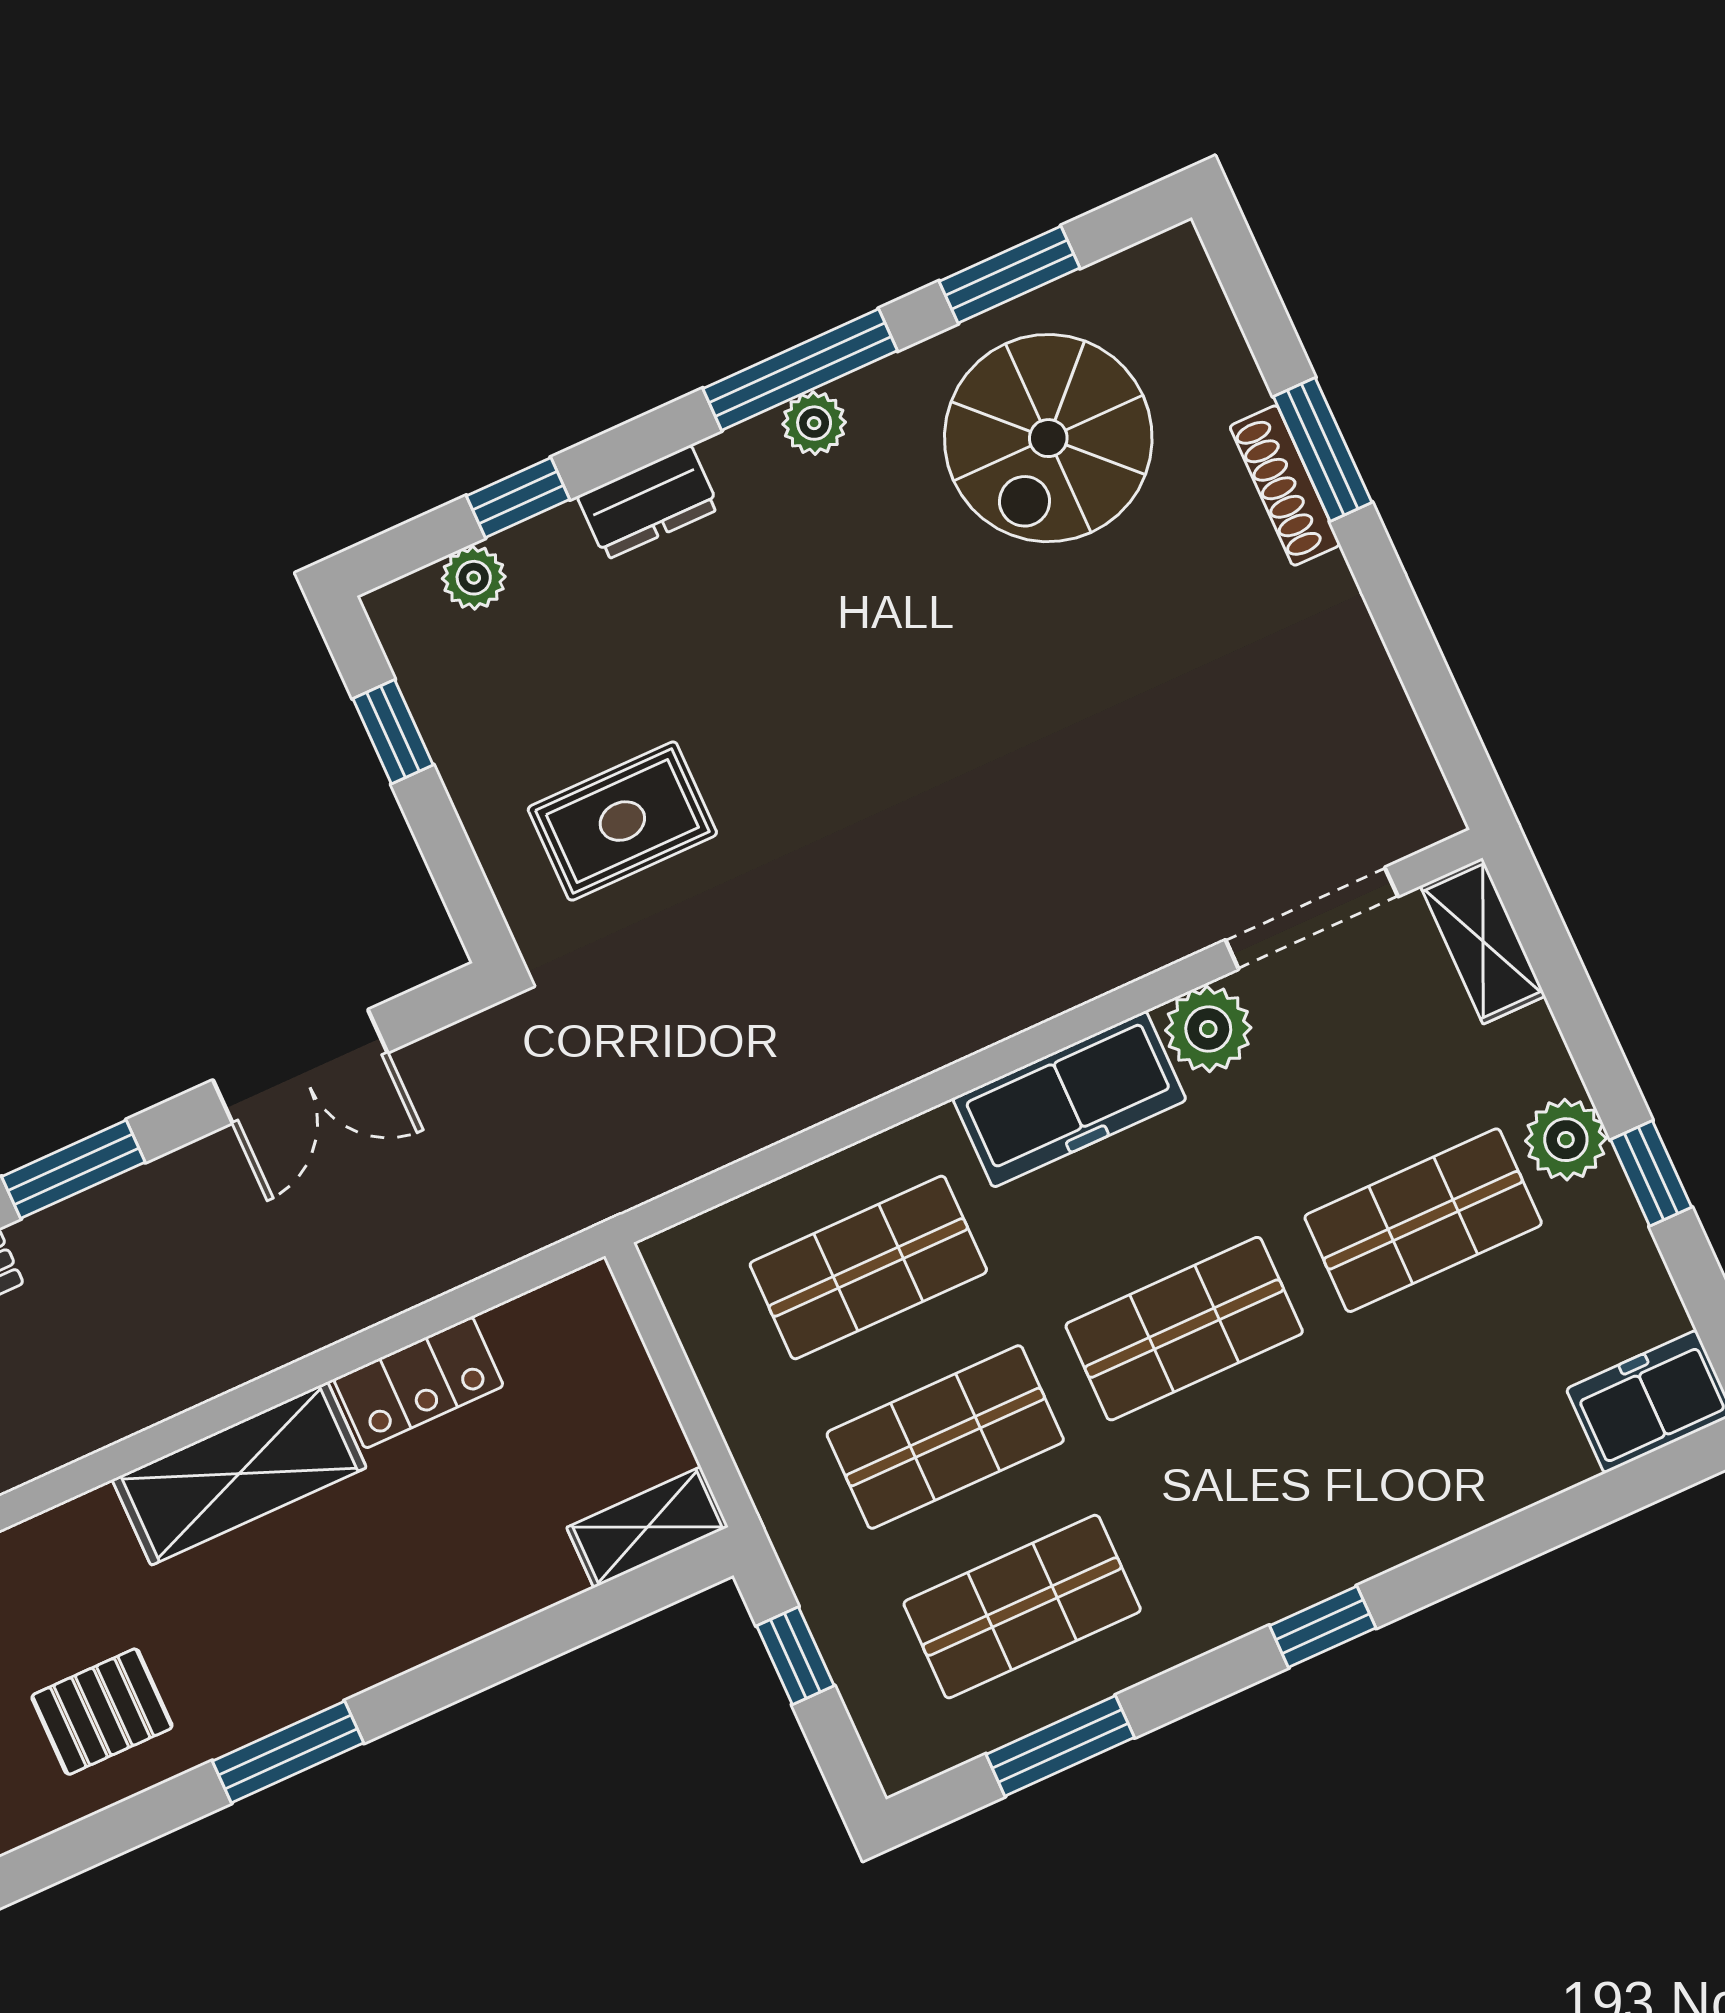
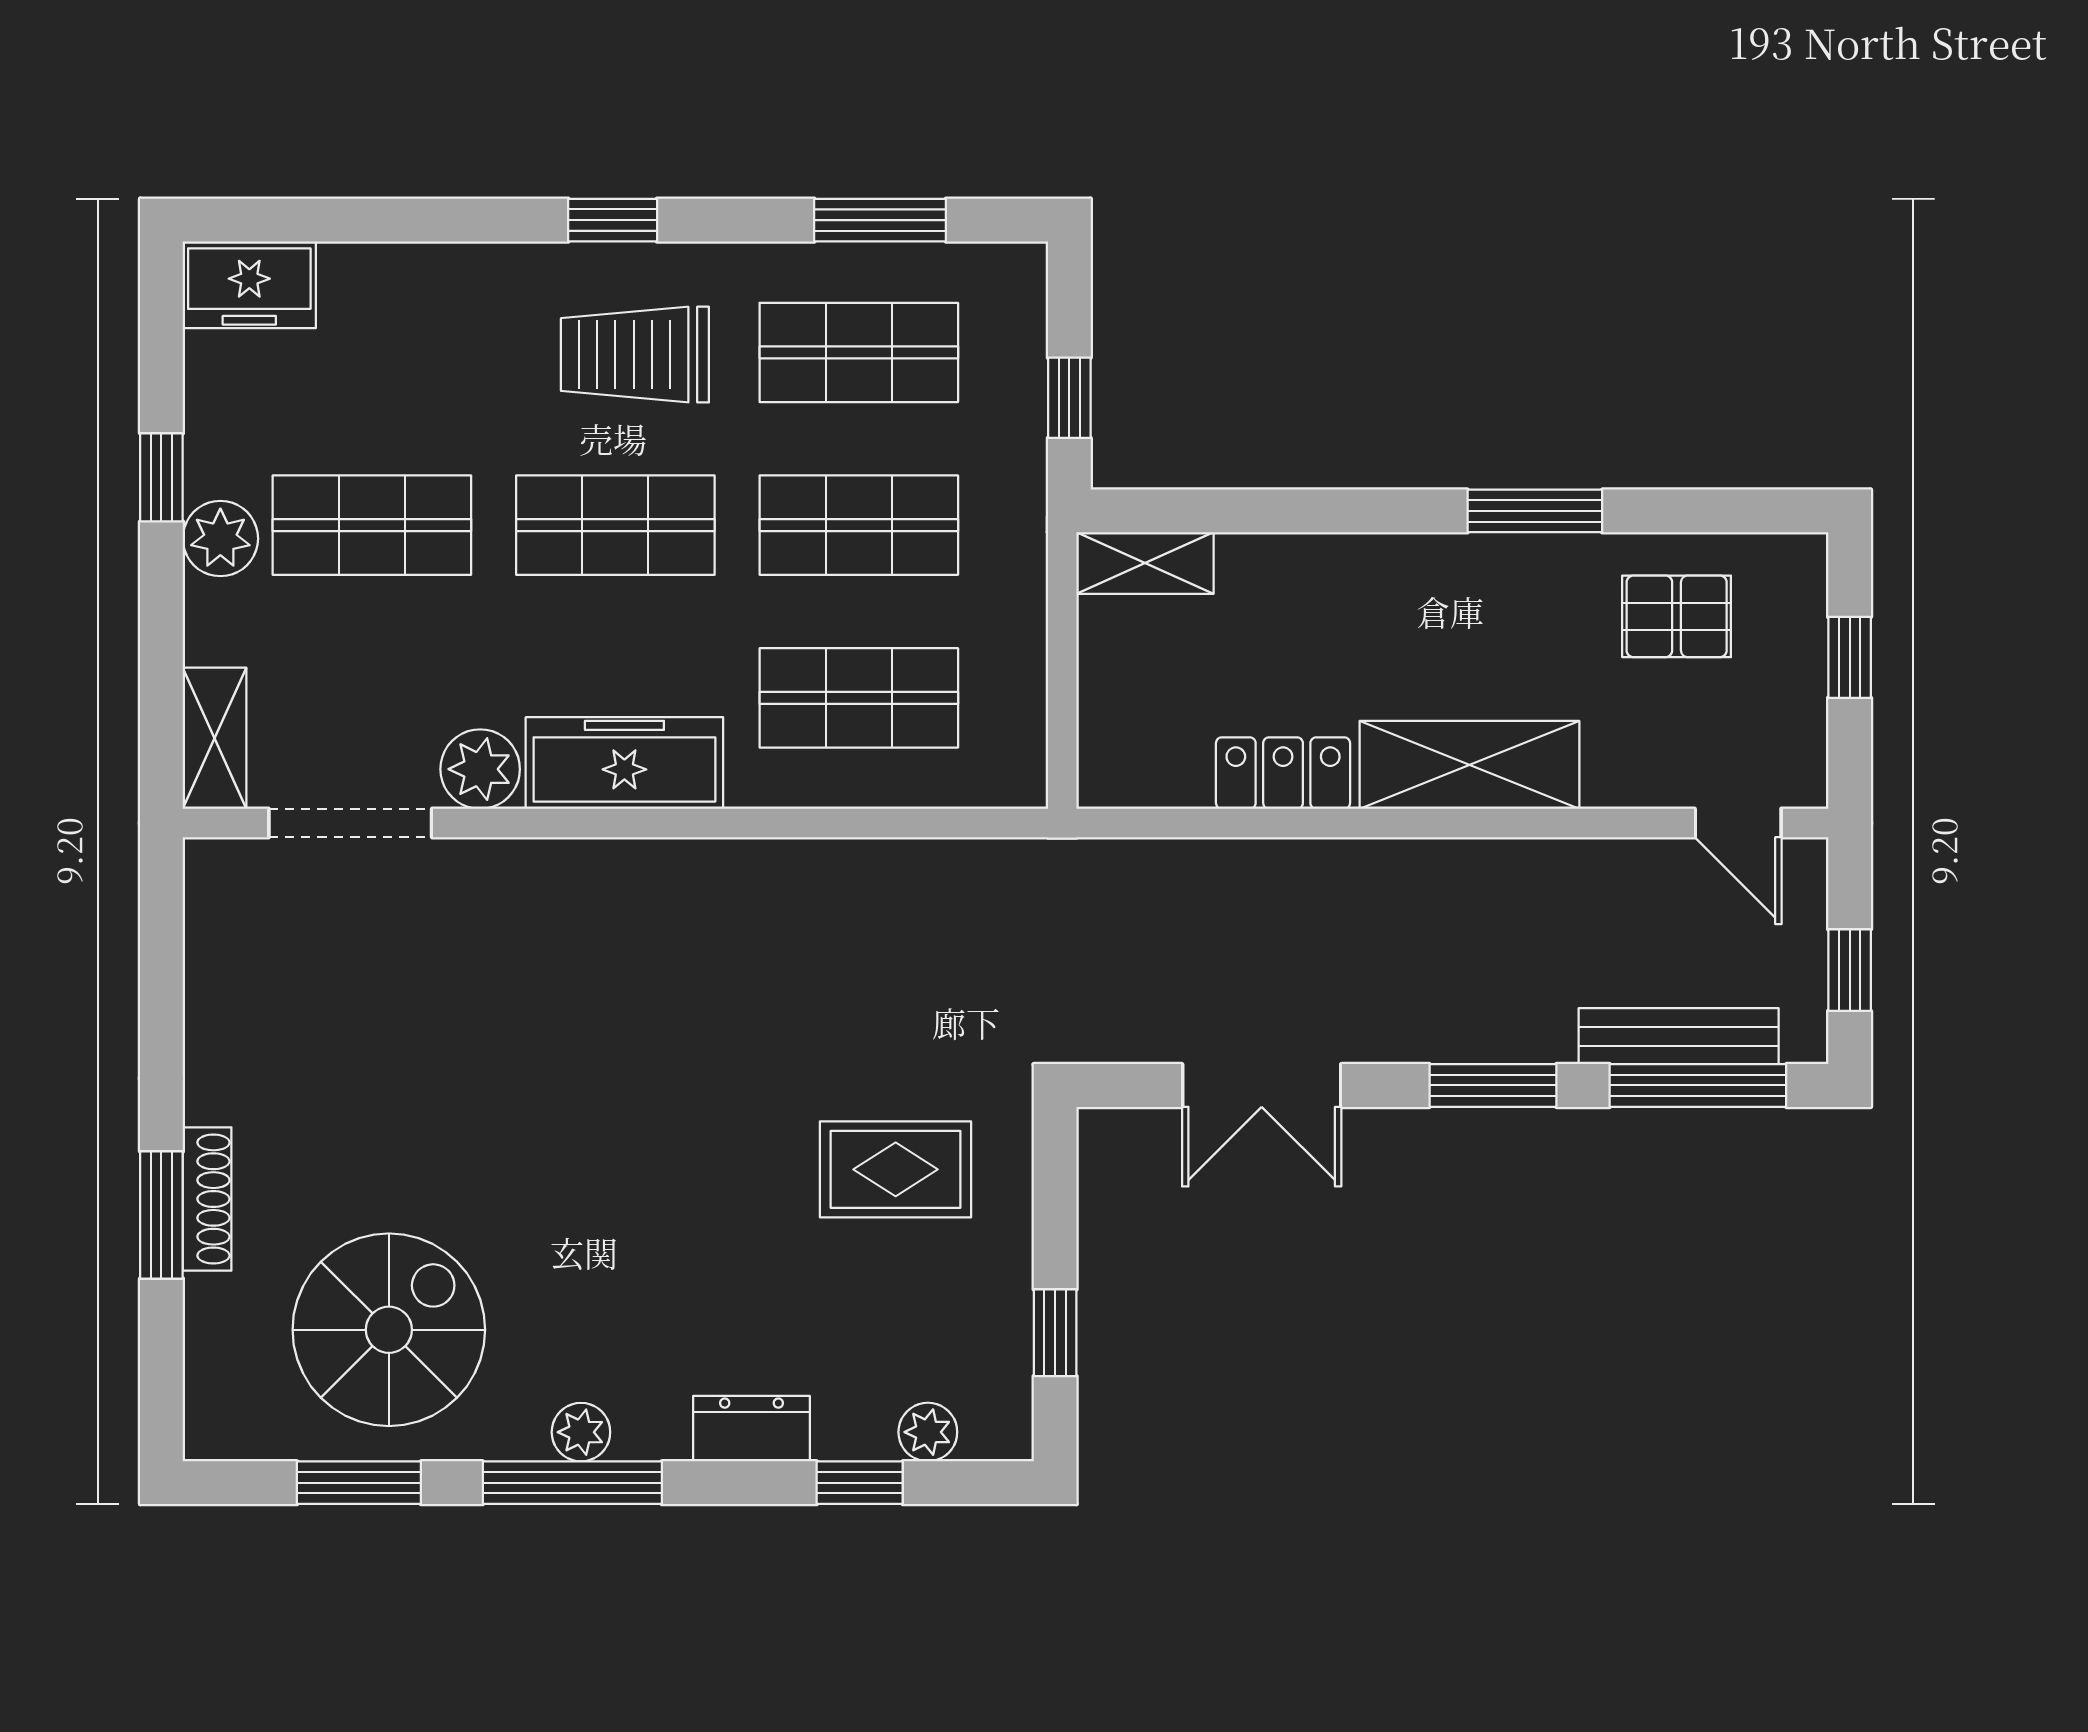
double door: (300, 1066) -> (1262, 1085), swing flipped
trolley: (1241, 1505) -> (635, 355), added

